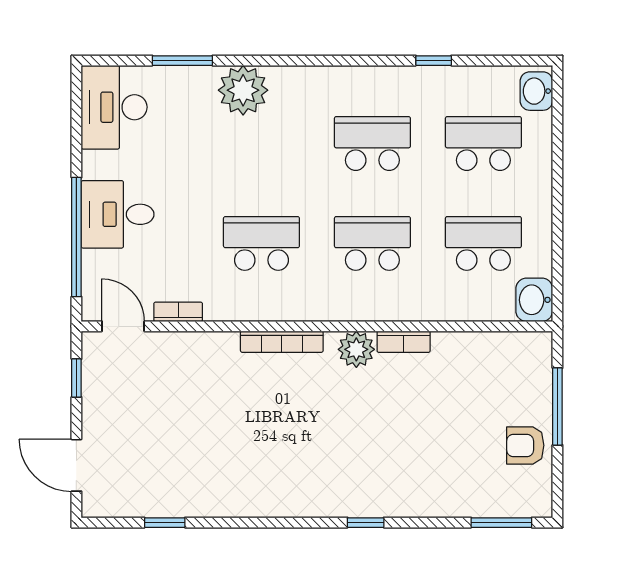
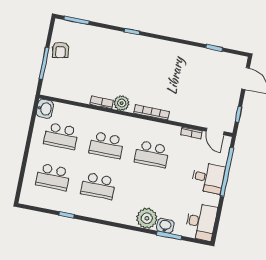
washbasin: (536, 91) -> (165, 226), moved, turned -90
armchair: (525, 445) -> (60, 50), turned 79

